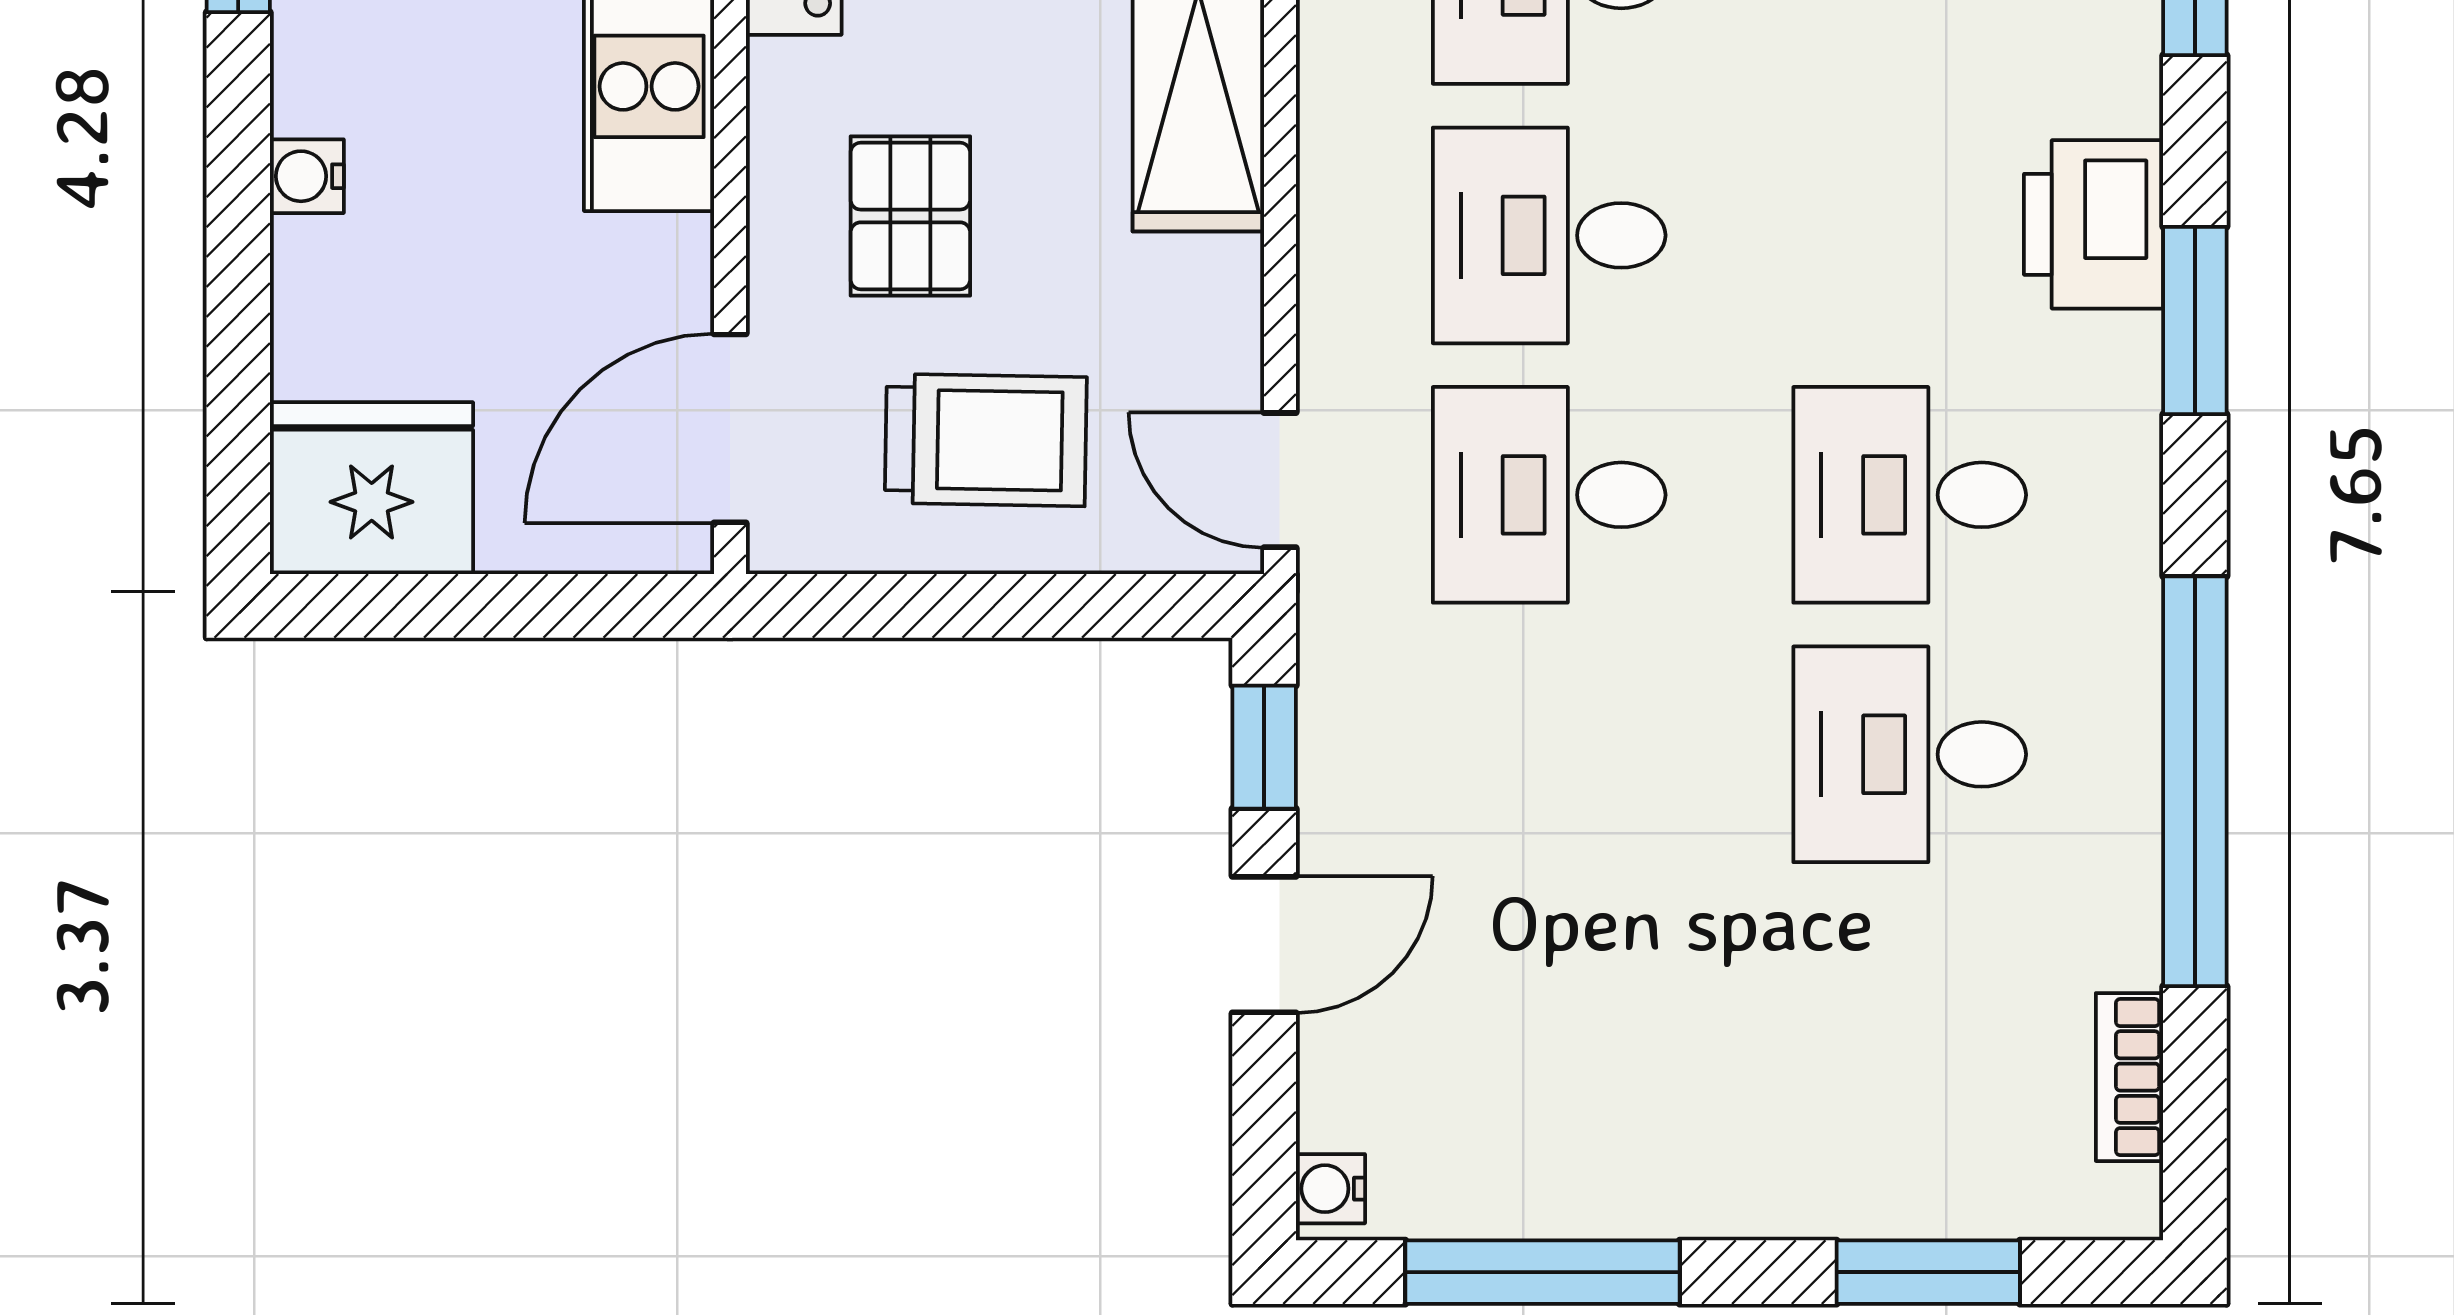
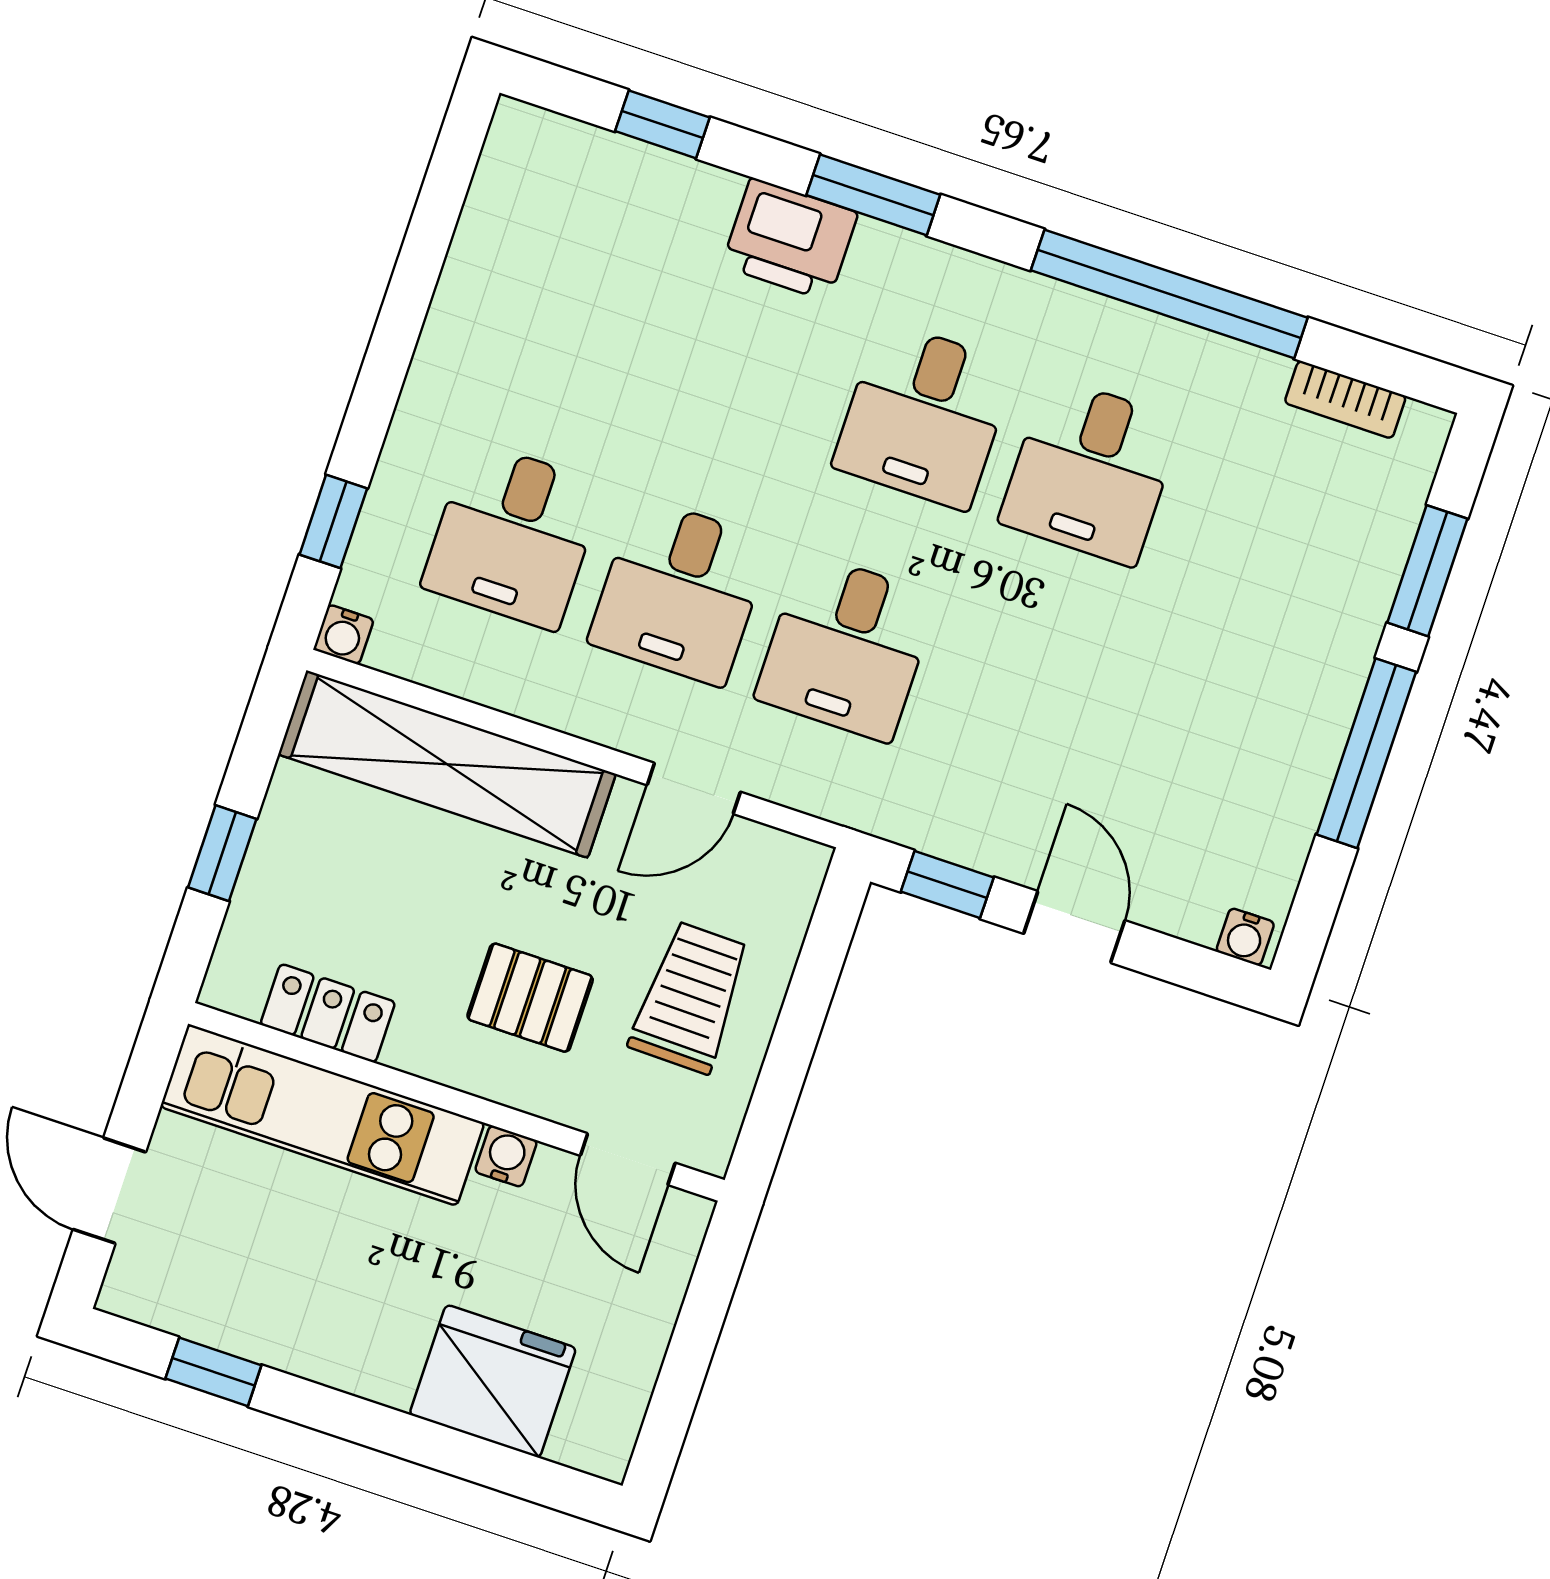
water cooler: (307, 176) -> (506, 1156), moved, turned 180
door: (730, 428) -> (628, 1159), width x0.73
door: (1280, 480) -> (694, 788), moved
fridge: (372, 488) -> (493, 1381), moved, turned 90
window: (1542, 1272) -> (1366, 753), moved

